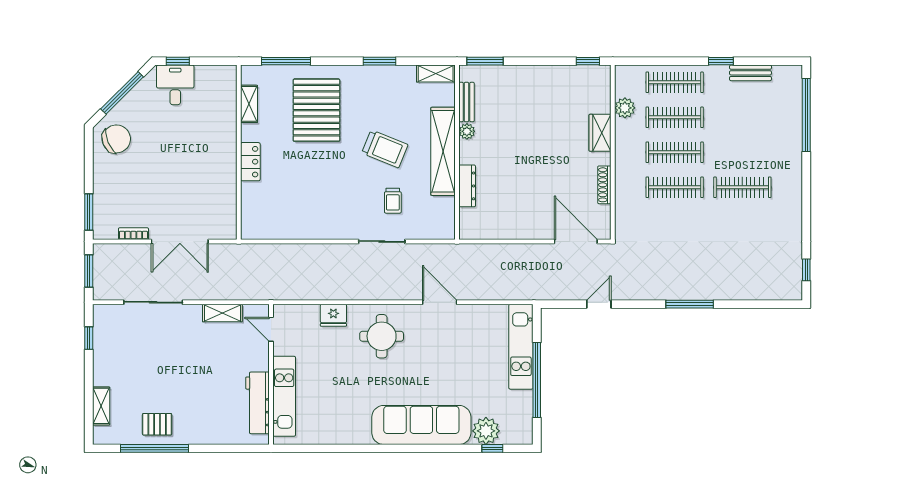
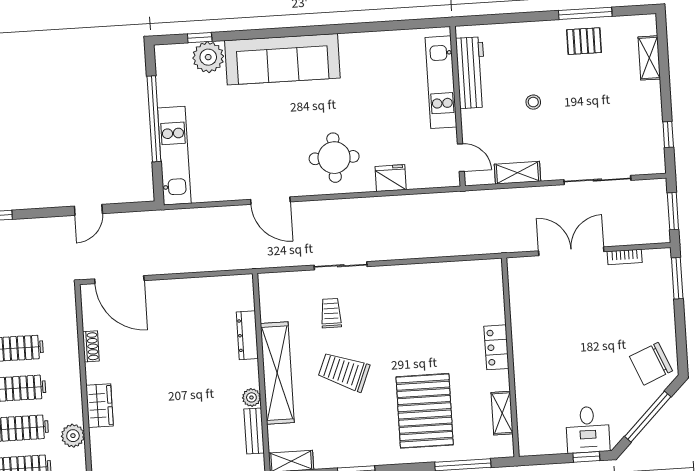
shoe rack: (604, 185) -> (91, 346), width x0.70
stool: (205, 374) -> (533, 102), added
window: (154, 448) -> (585, 13), width x0.68

